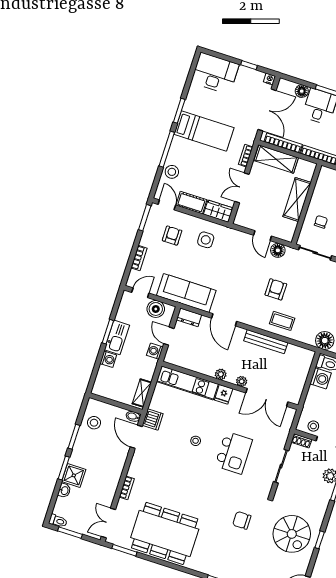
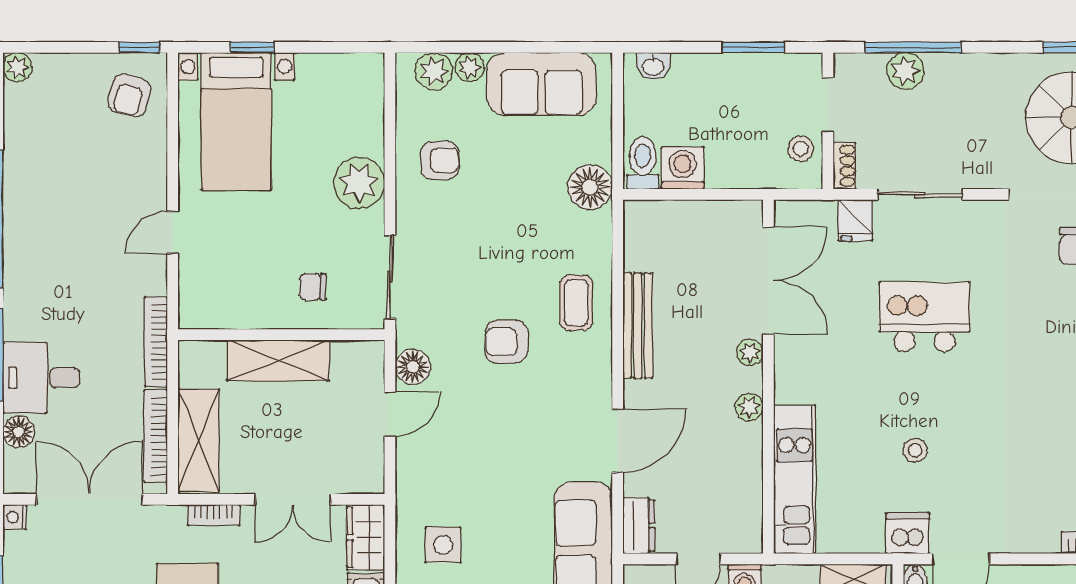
fridge: (224, 394) -> (855, 220), moved, turned 90
stool: (196, 441) -> (915, 450), moved

